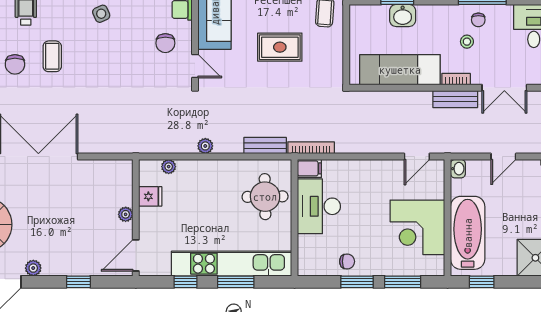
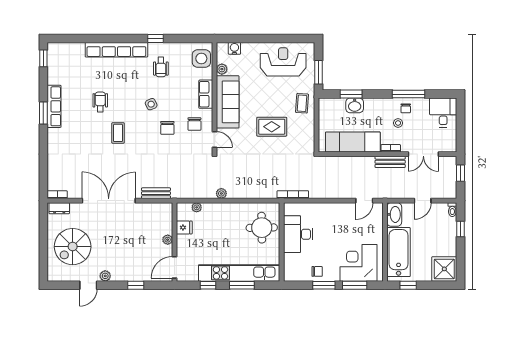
chair: (15, 64) -> (167, 128), moved
bench: (265, 146) -> (156, 193), moved
filing cabinet: (309, 168) -> (292, 209), removed
washbasin: (458, 169) -> (394, 214), width x1.91, depth x1.45
corner desk: (417, 227) -> (359, 263), moved, turned 90

